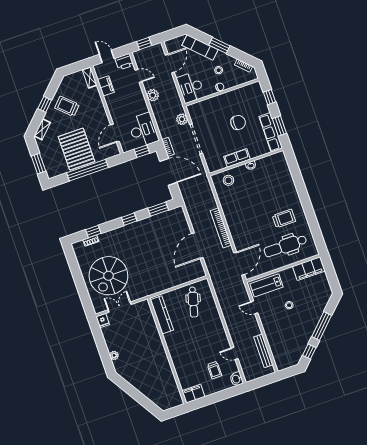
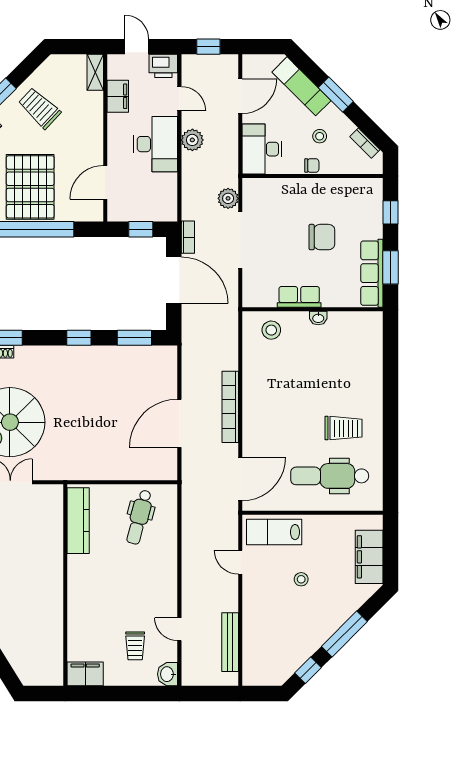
desk: (143, 130) -> (156, 144), moved
filing cabinet: (309, 269) -> (369, 557), moved, turned 90

